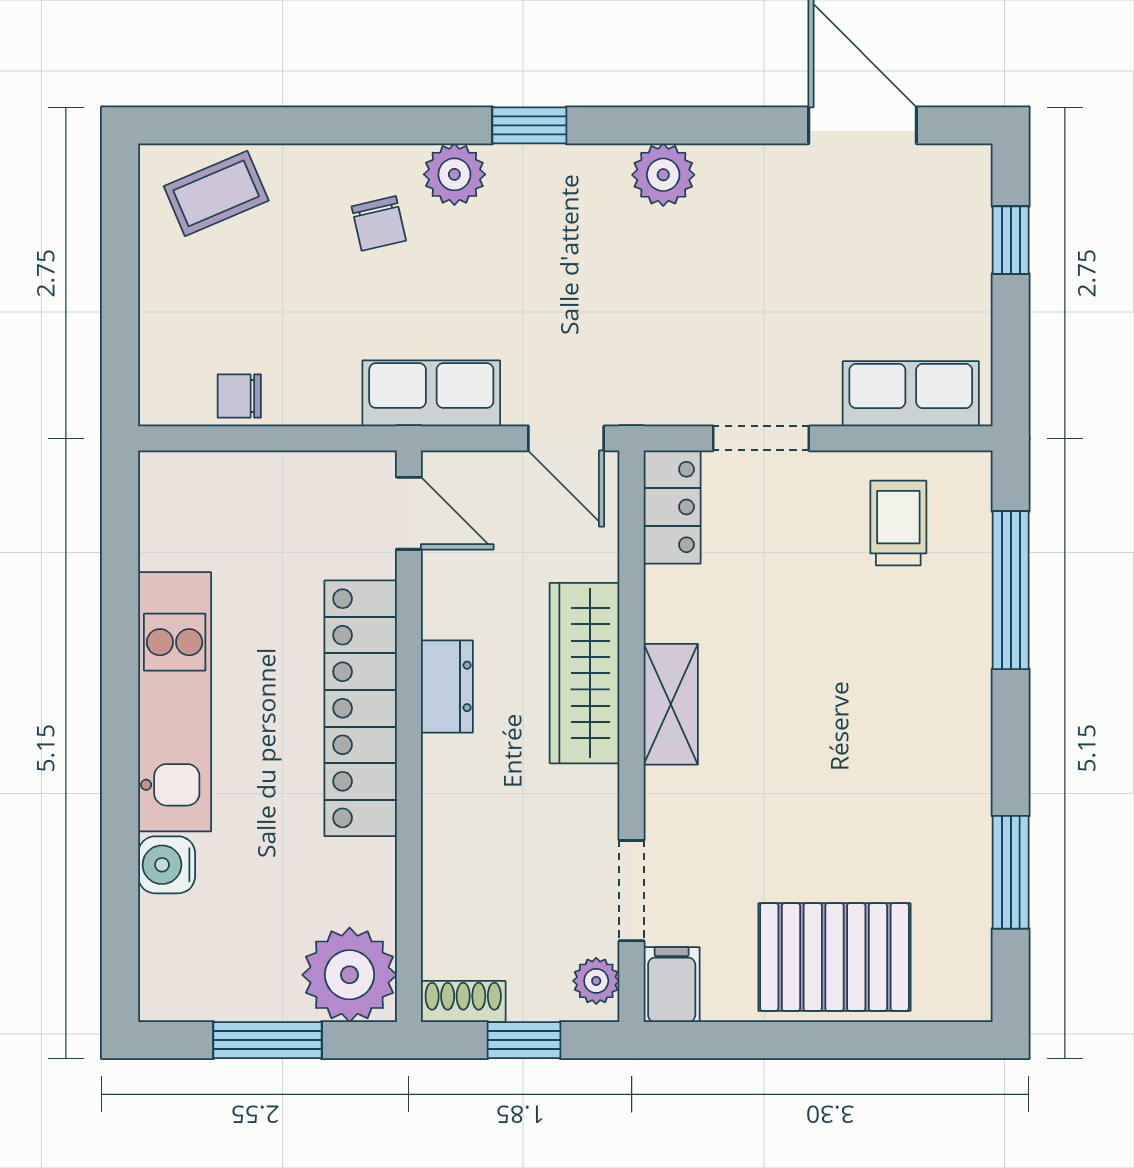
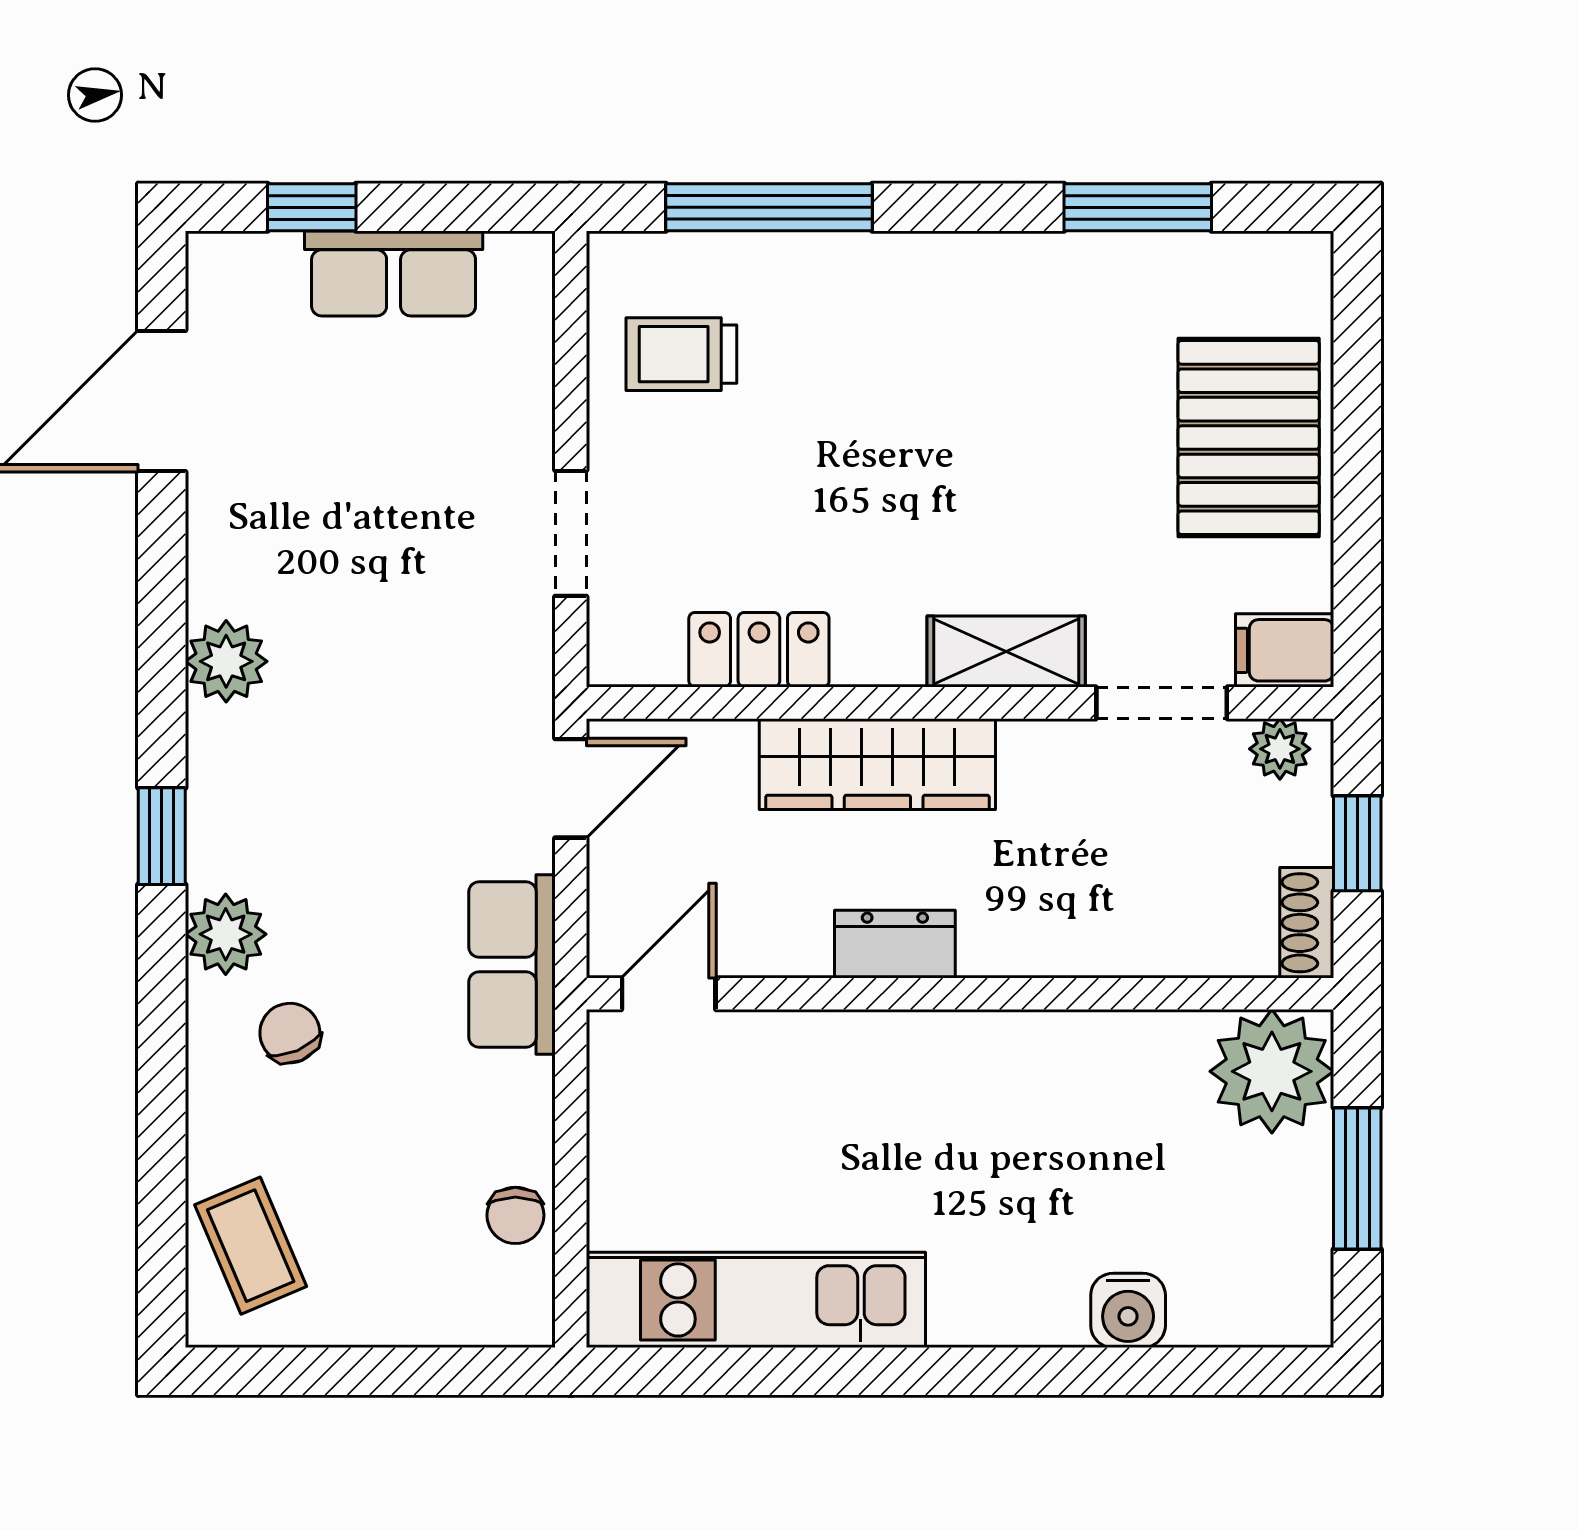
chair: (379, 223) -> (290, 1033), turned -100
row of seats: (911, 394) -> (394, 273), moved, turned -90
locker: (672, 507) -> (759, 650), moved
kitchen unit: (175, 702) -> (756, 1300), moved
shelving: (671, 704) -> (1006, 652), moved
locker: (361, 708) -> (923, 1057), removed

